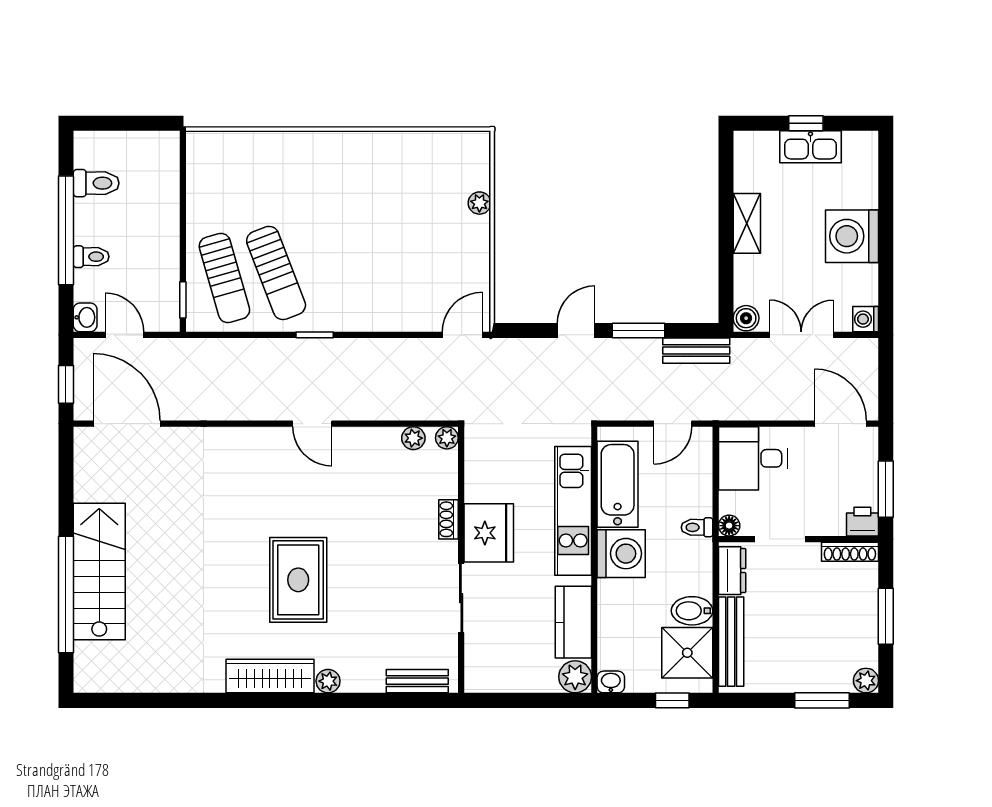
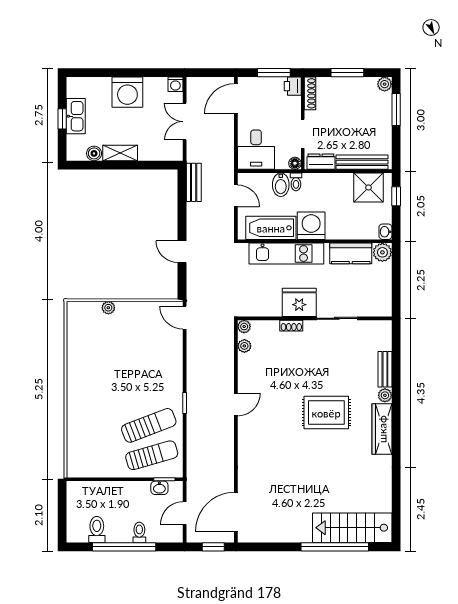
washbasin: (85, 317) -> (159, 488), moved, turned 180
boiler: (746, 318) -> (94, 153), moved
window: (638, 330) -> (182, 216), removed
stairs: (99, 572) -> (352, 528), moved
bidet: (692, 611) -> (281, 185), moved
bench: (417, 681) -> (385, 369), moved

